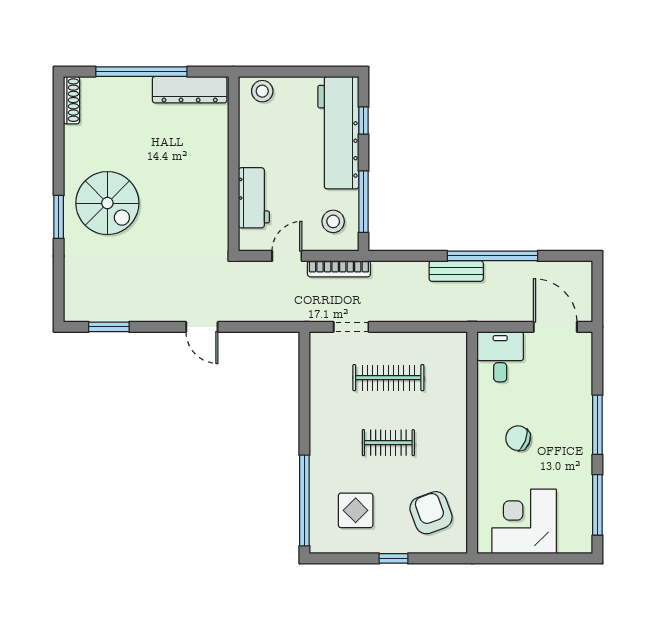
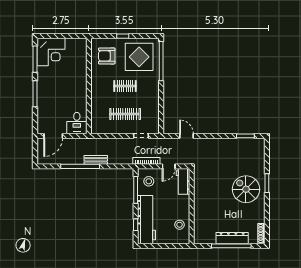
dresser: (190, 90) -> (232, 238), moved
stool: (262, 91) -> (180, 225), moved
workbench: (254, 198) -> (183, 181), moved
door: (202, 327) -> (187, 136), moved
door: (555, 327) -> (53, 136), hinge flipped
chair: (518, 438) -> (69, 88), removed
display table: (356, 510) -> (139, 57), width x1.86, depth x1.86
armchair: (431, 513) -> (107, 56), turned 110
corner desk: (524, 521) -> (51, 52), moved

